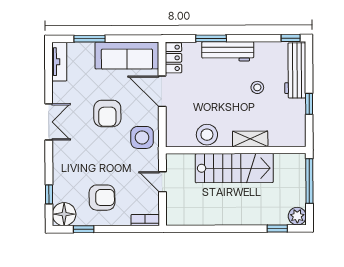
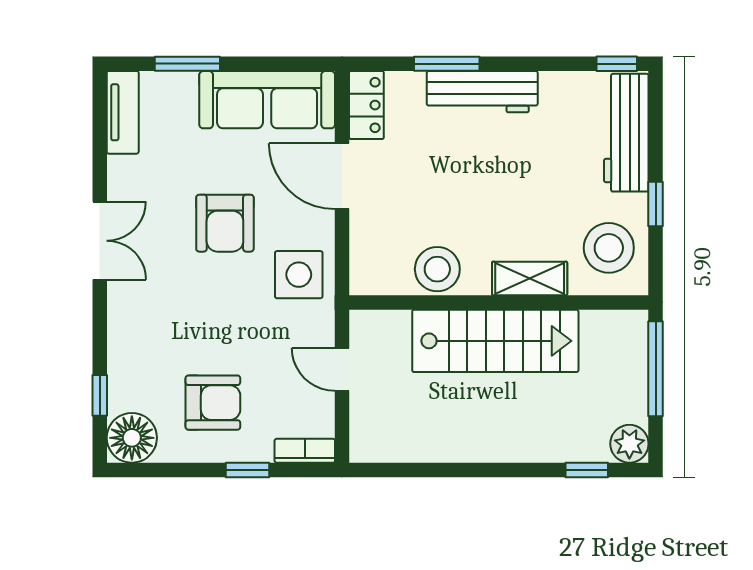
stool: (257, 87) -> (609, 248), moved, width x1.89, depth x1.89
window: (84, 229) -> (247, 470), moved

